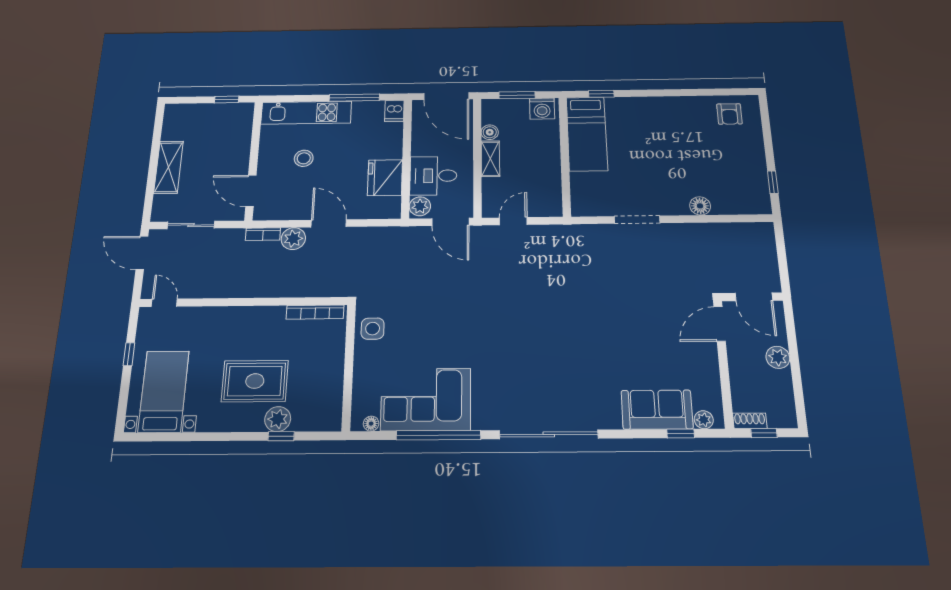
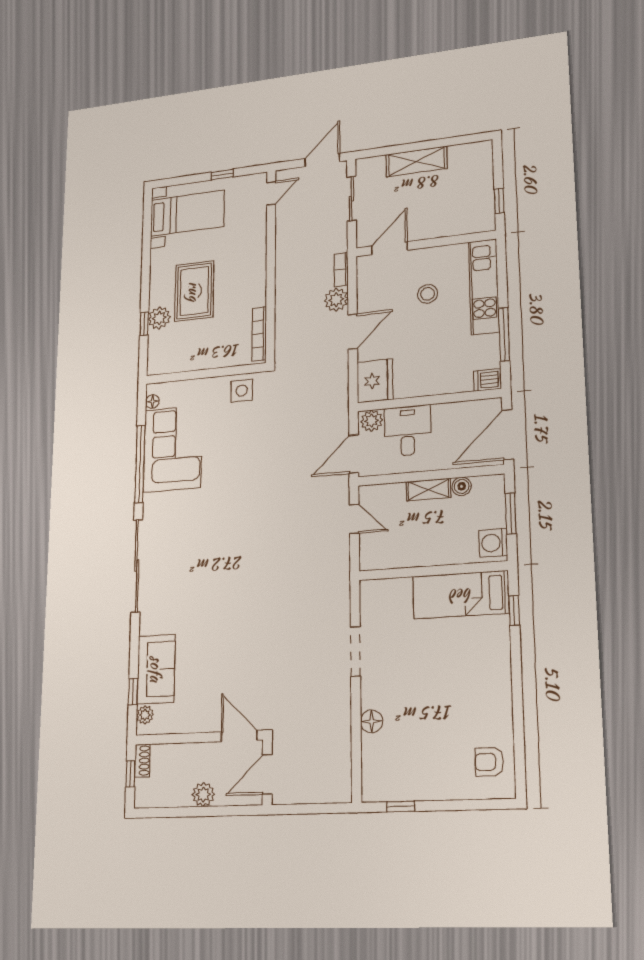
fridge: (385, 178) -> (375, 381), moved, turned 90

